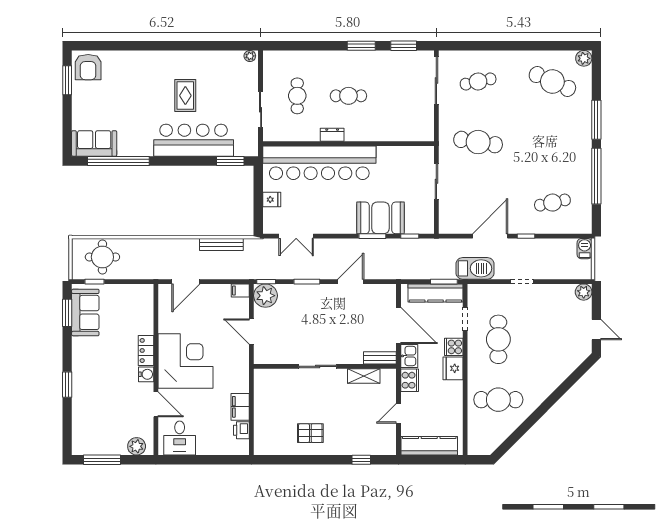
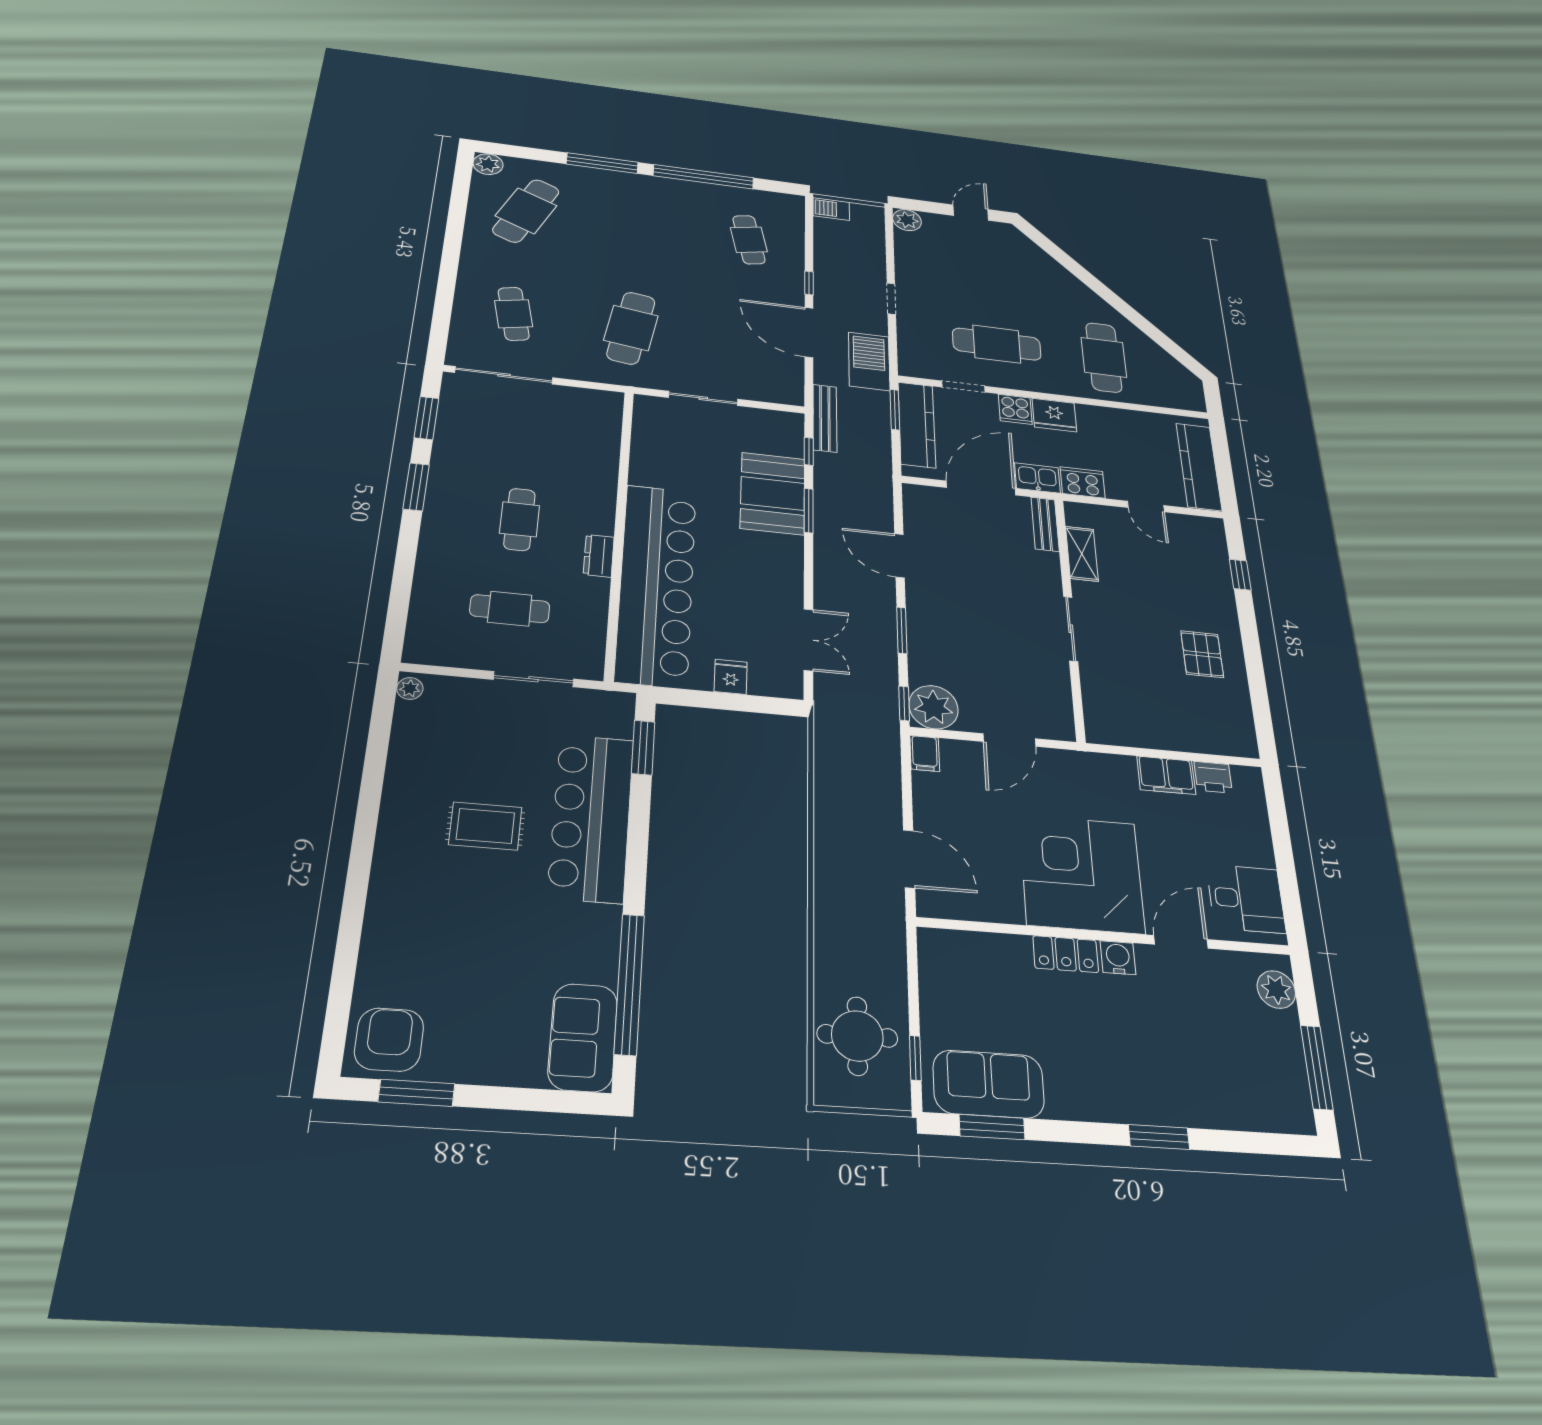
armchair: (88, 67) -> (389, 1039), turned -90
bench: (221, 244) -> (825, 418), moved

